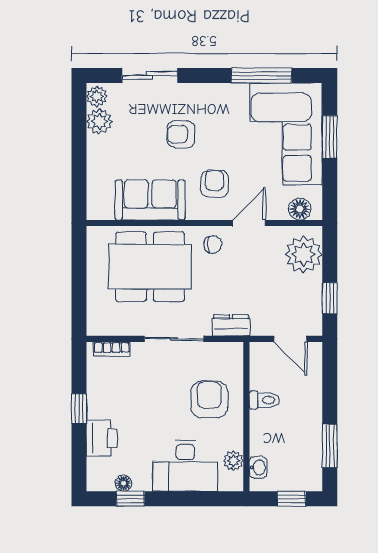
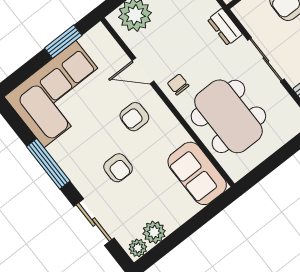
window: (262, 76) -> (48, 164), moved
window: (330, 137) -> (63, 42), moved
sofa: (150, 200) -> (197, 173), moved
floor lamp: (300, 209) -> (105, 43), removed

